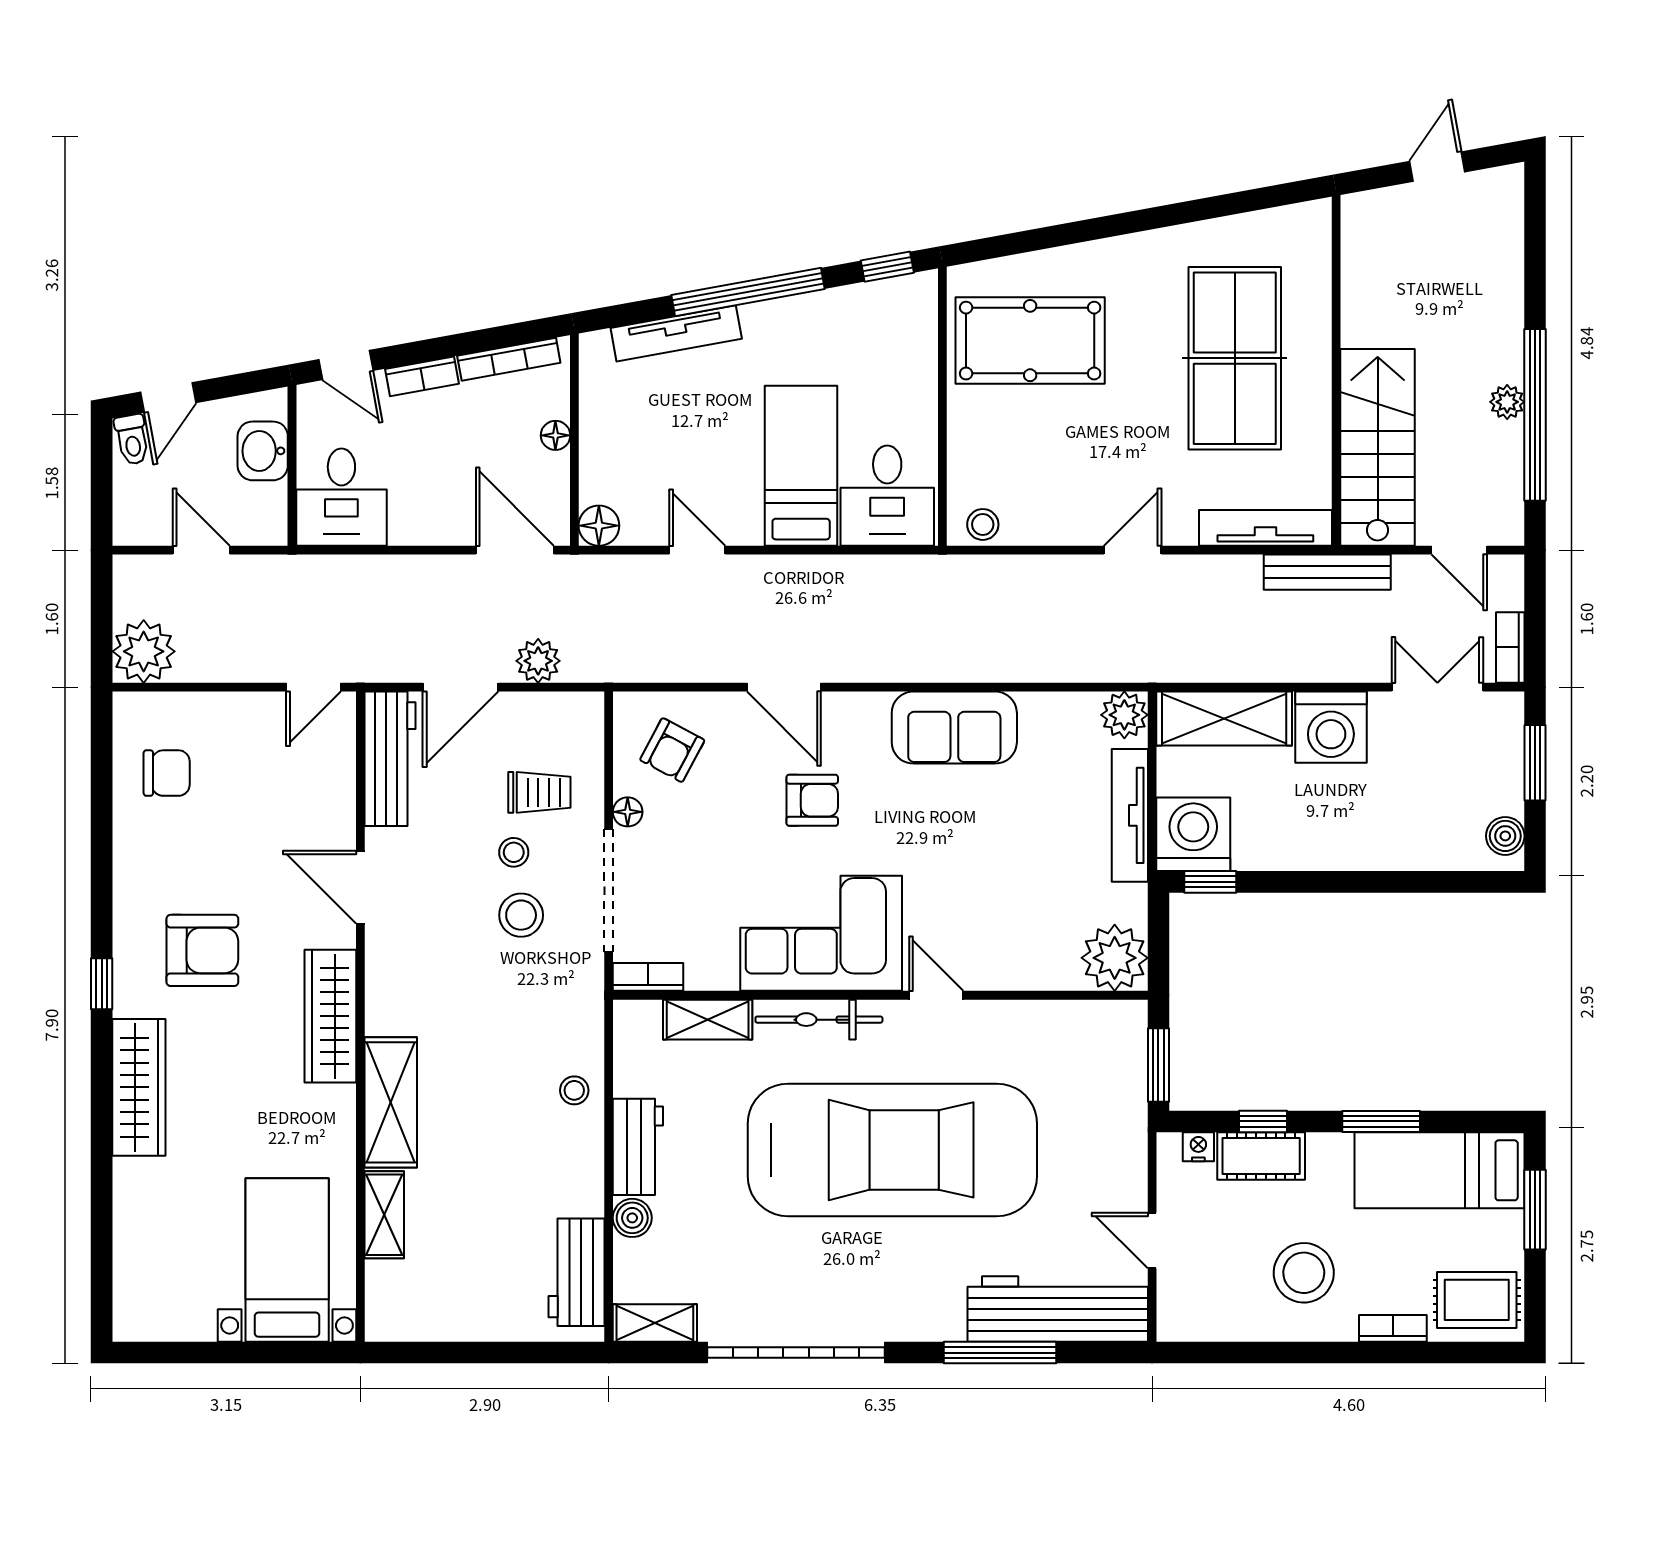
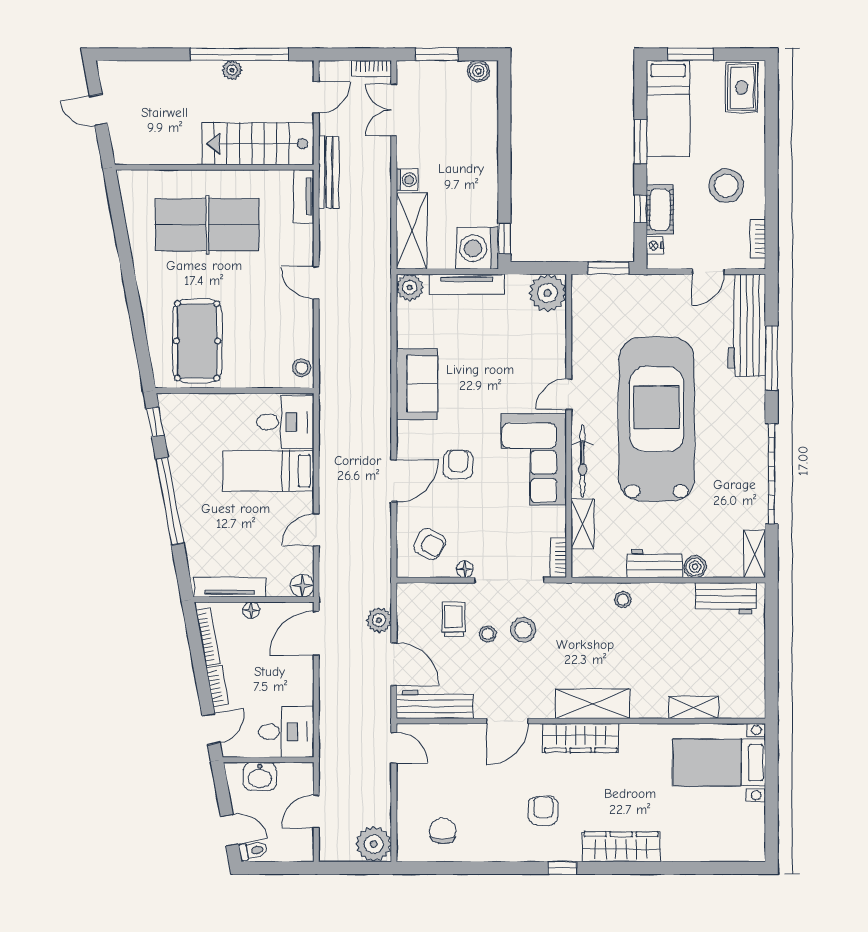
tv unit: (676, 333) -> (230, 587), moved, turned -80
tv unit: (1265, 528) -> (304, 196), width x0.71
washing machine: (1331, 727) -> (407, 180), width x0.53, depth x0.53
armchair: (202, 950) -> (543, 811), width x0.72, depth x0.72
shelving: (391, 1102) -> (593, 704), moved
bookcase: (1393, 1328) -> (758, 239), moved

